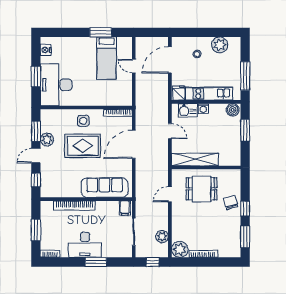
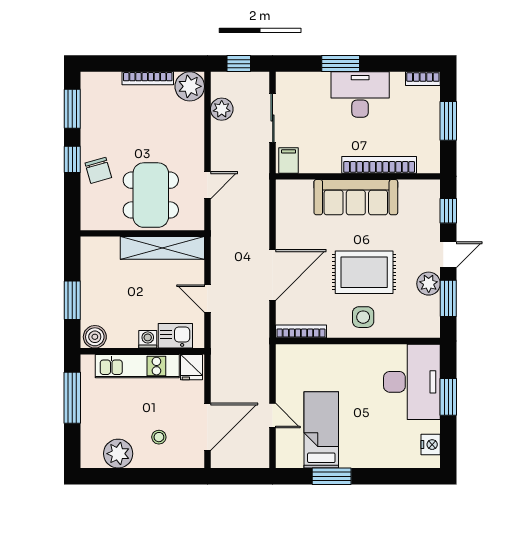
sofa: (105, 188) -> (356, 197), moved
dining table: (201, 189) -> (151, 195), width x1.38

